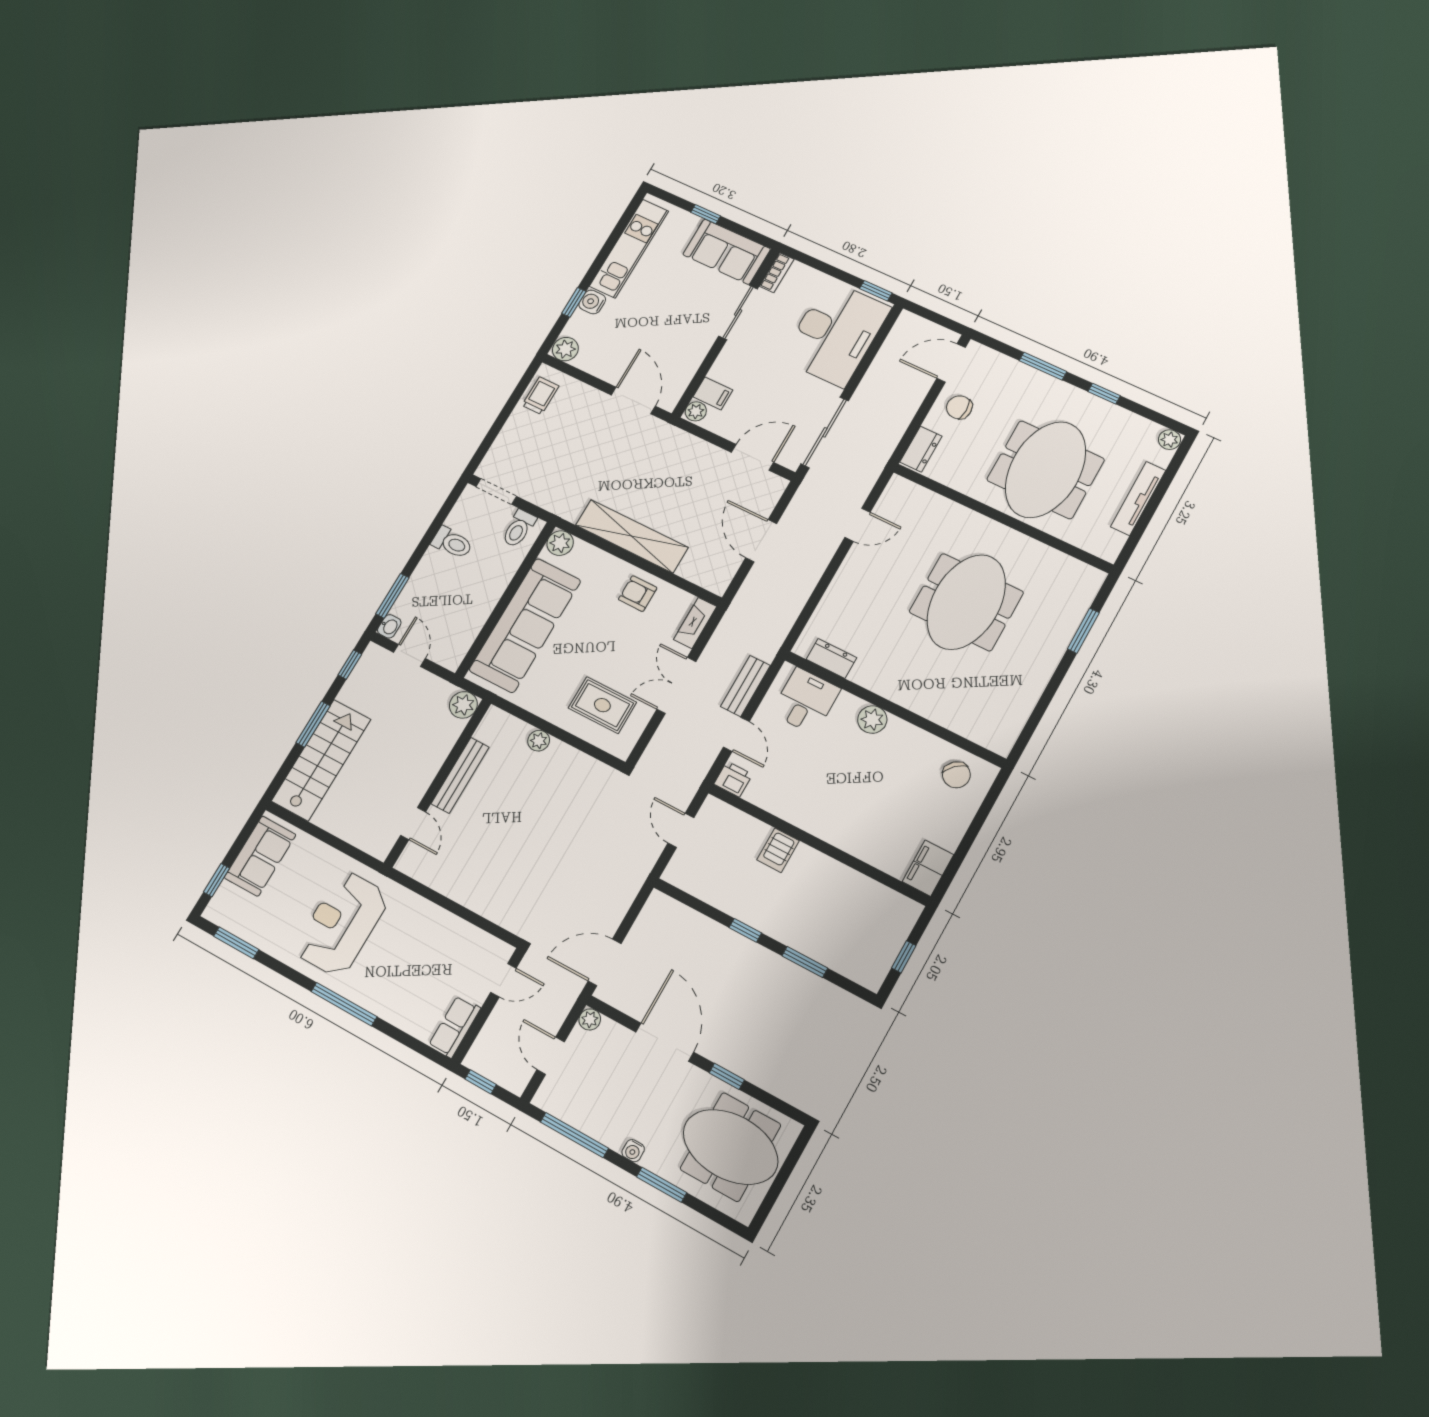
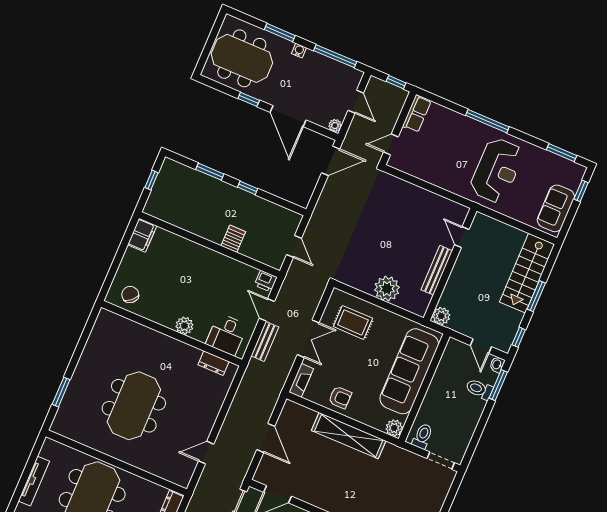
toilet: (452, 543) -> (479, 389), moved
plant: (539, 741) -> (387, 289), width x1.87, depth x1.87

